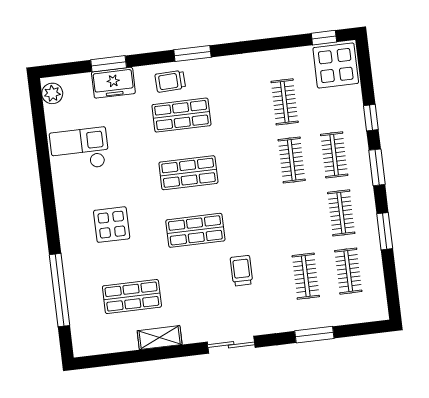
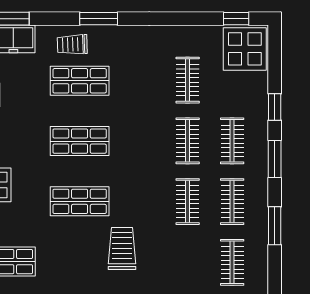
trolley: (241, 271) -> (122, 249), width x1.36, depth x1.39
clothes rail: (306, 276) -> (188, 202), moved

